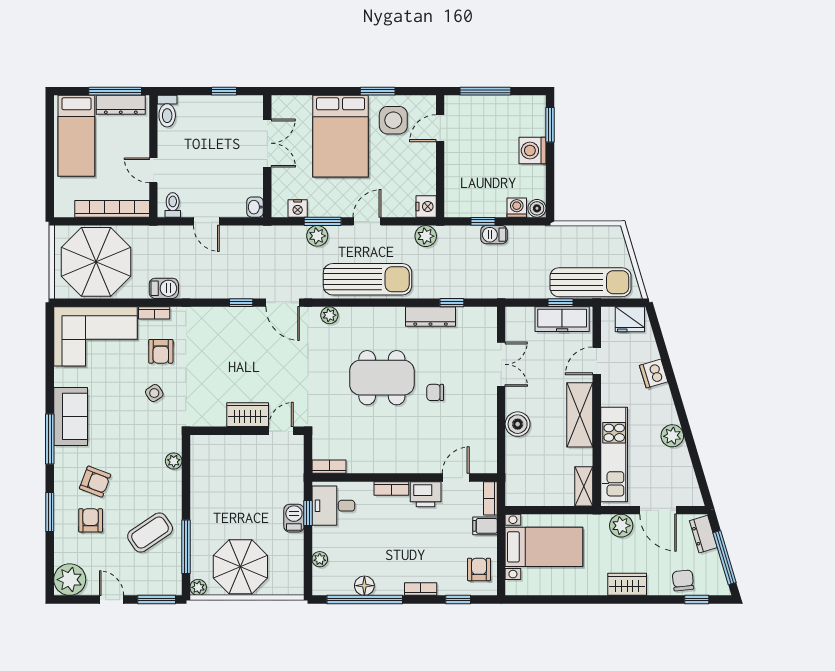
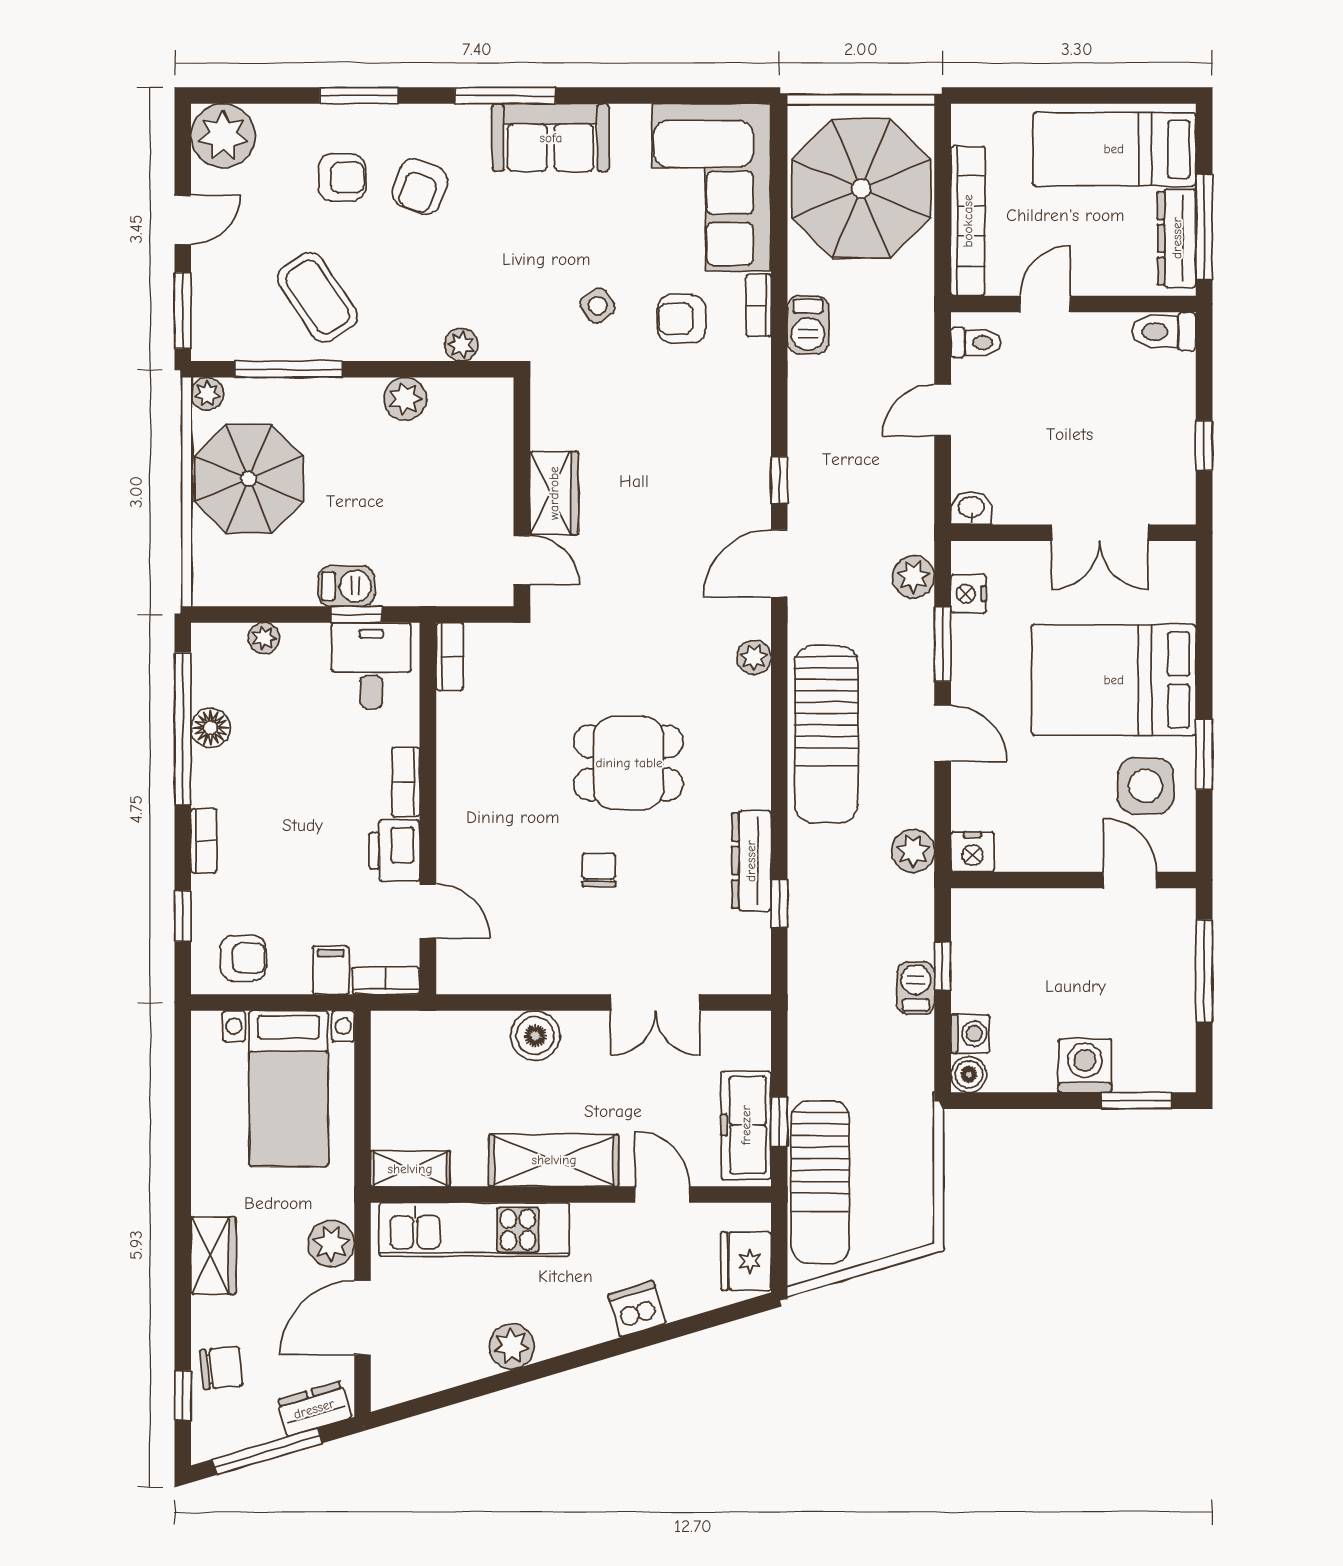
plant: (317, 236) -> (913, 577), moved
dining table: (382, 378) -> (629, 763), width x0.73
plant: (201, 489) -> (405, 399), added

